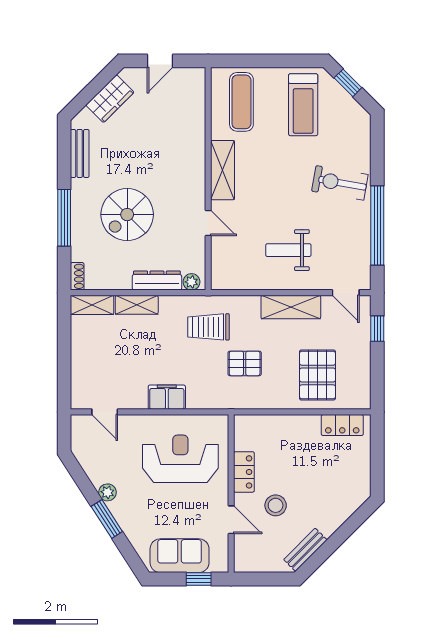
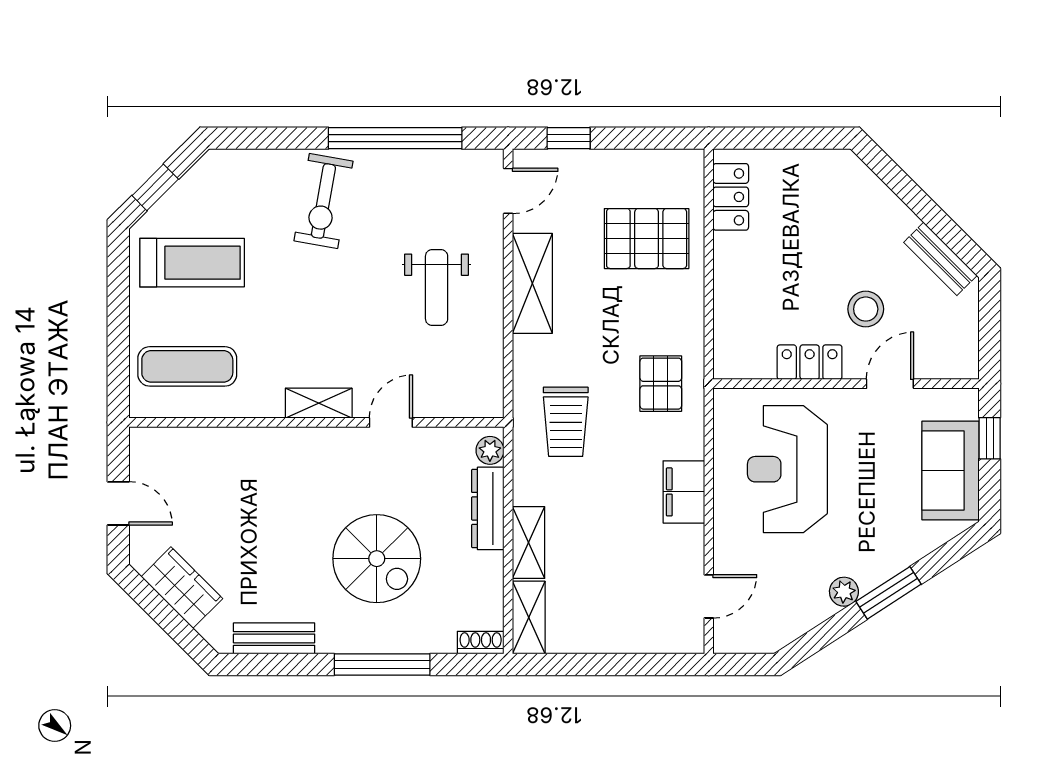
shelving: (223, 170) -> (319, 403), width x0.67, depth x0.75
pallet: (245, 363) -> (661, 384), moved

